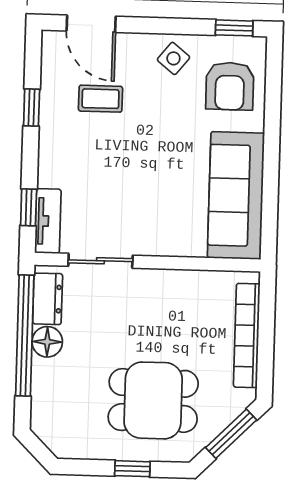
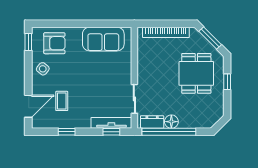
sofa: (236, 195) -> (103, 39), width x0.73
tv unit: (48, 221) -> (111, 123), width x1.41

